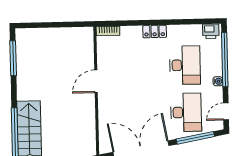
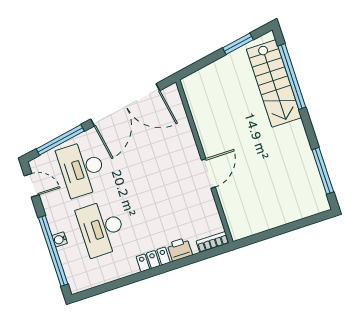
printer: (211, 31) -> (180, 249), moved
water cooler: (218, 81) -> (60, 239), moved
door: (226, 111) -> (32, 185), hinge flipped

